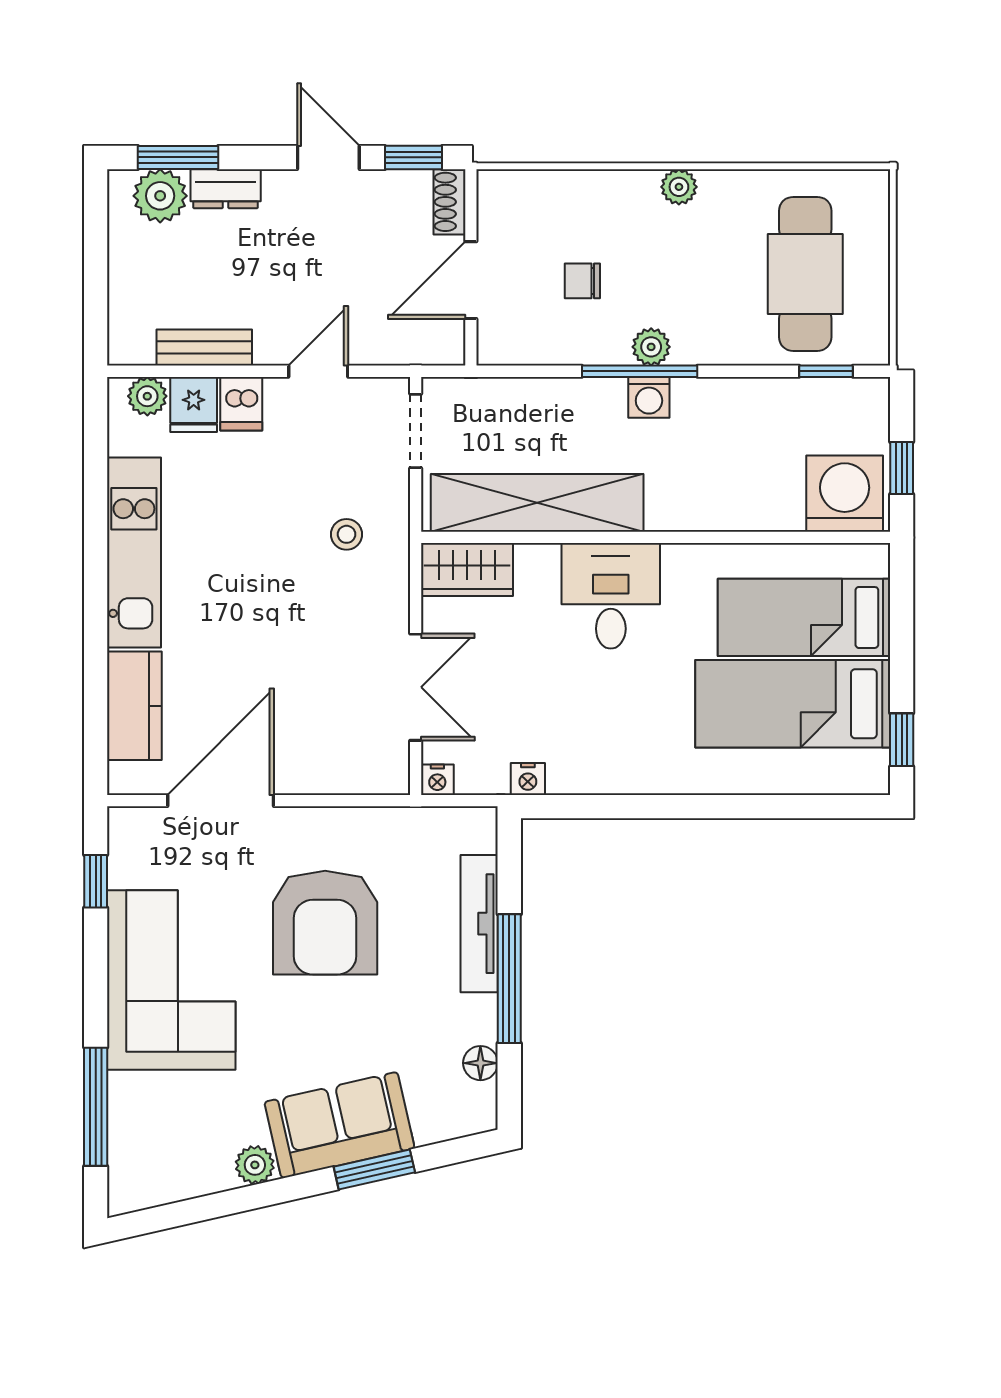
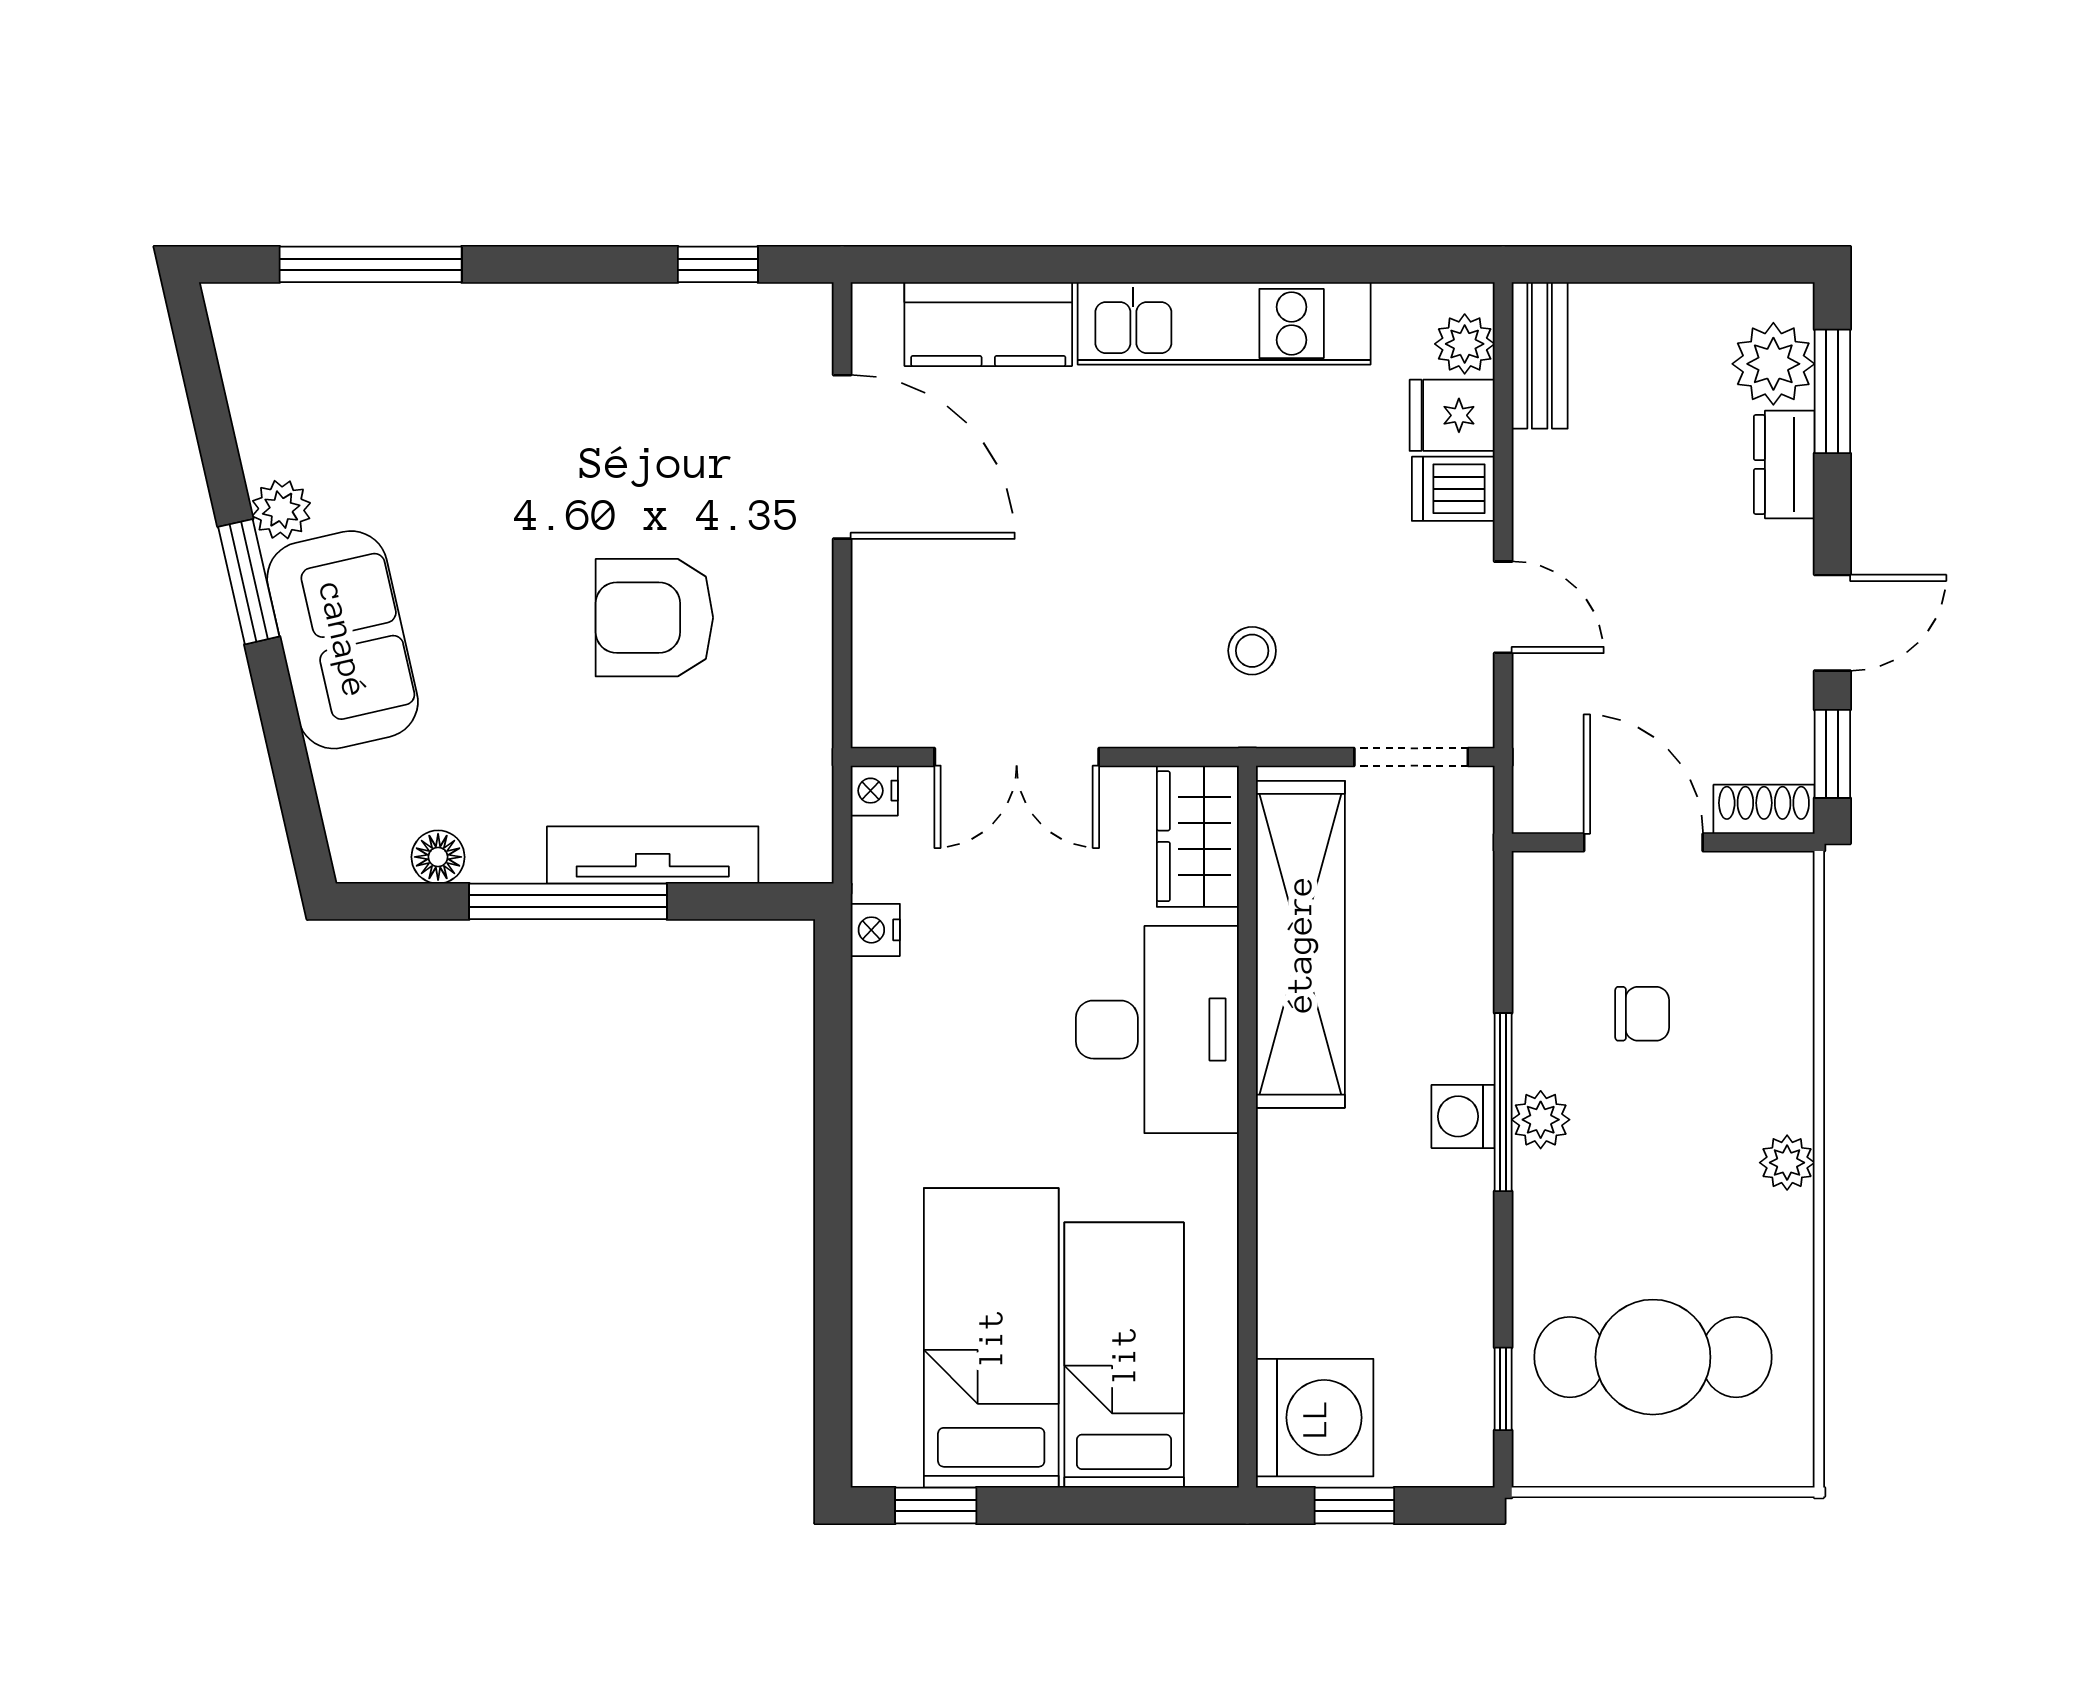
chair: (582, 281) -> (1642, 1014), turned 90
bench: (204, 348) -> (1540, 355), moved
desk: (611, 596) -> (1157, 1030), width x1.37
armchair: (325, 923) -> (654, 618), width x0.73, depth x0.73
corner sofa: (171, 980) -> (566, 381), removed
window: (374, 1169) -> (249, 582), moved

